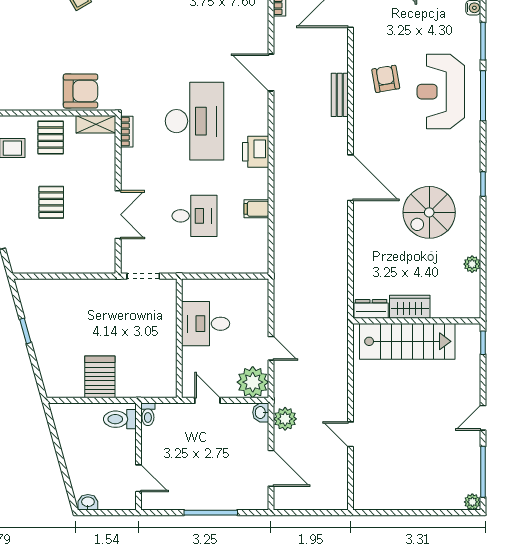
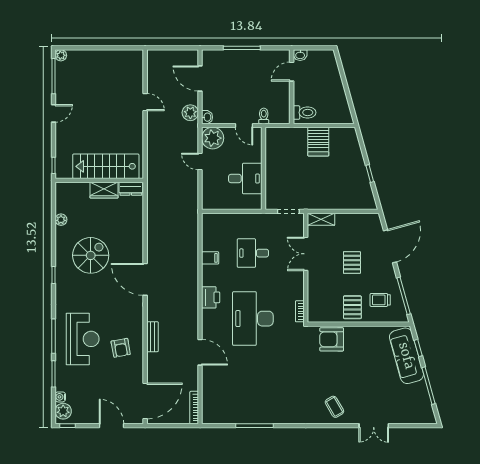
shelving: (96, 124) -> (321, 219), moved
toilet: (148, 414) -> (264, 116), moved
door: (138, 478) -> (292, 72), hinge flipped
washbasin: (88, 502) -> (300, 55), moved

